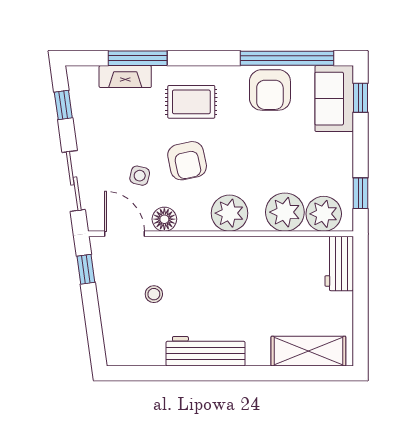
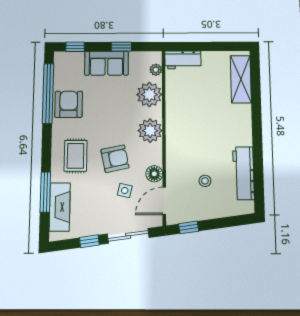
fireplace: (125, 77) -> (60, 207), width x1.37, depth x1.32
armchair: (270, 90) -> (69, 104), turned -90
sofa: (334, 99) -> (106, 63), moved
window: (63, 105) -> (89, 241), moved
window: (360, 193) -> (121, 47), moved
plant: (324, 214) -> (156, 70), width x0.53, depth x0.53
workbench: (206, 351) -> (243, 173), moved

